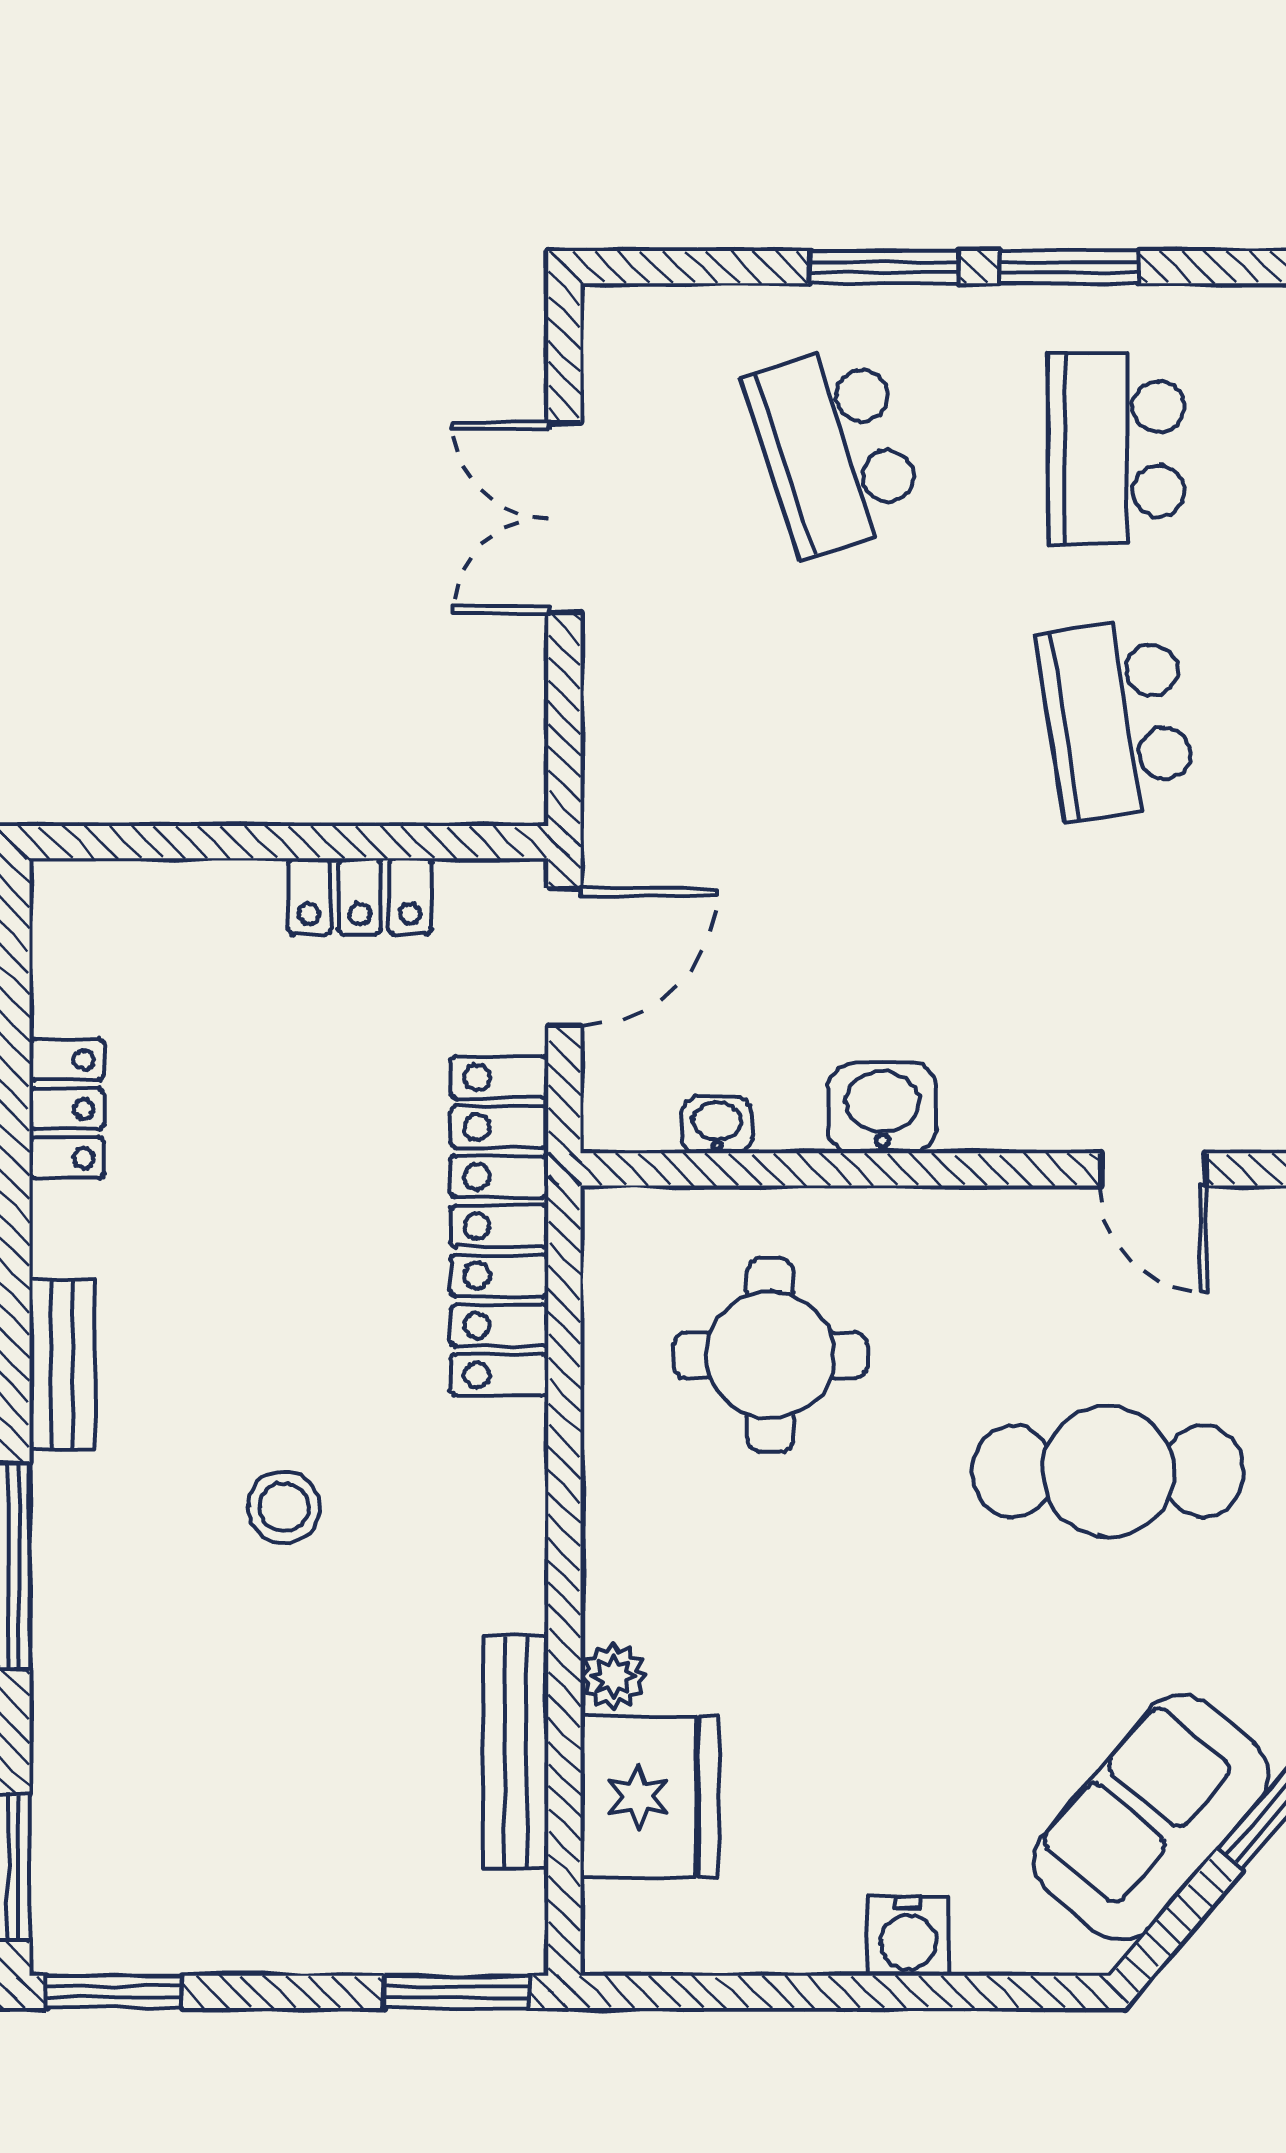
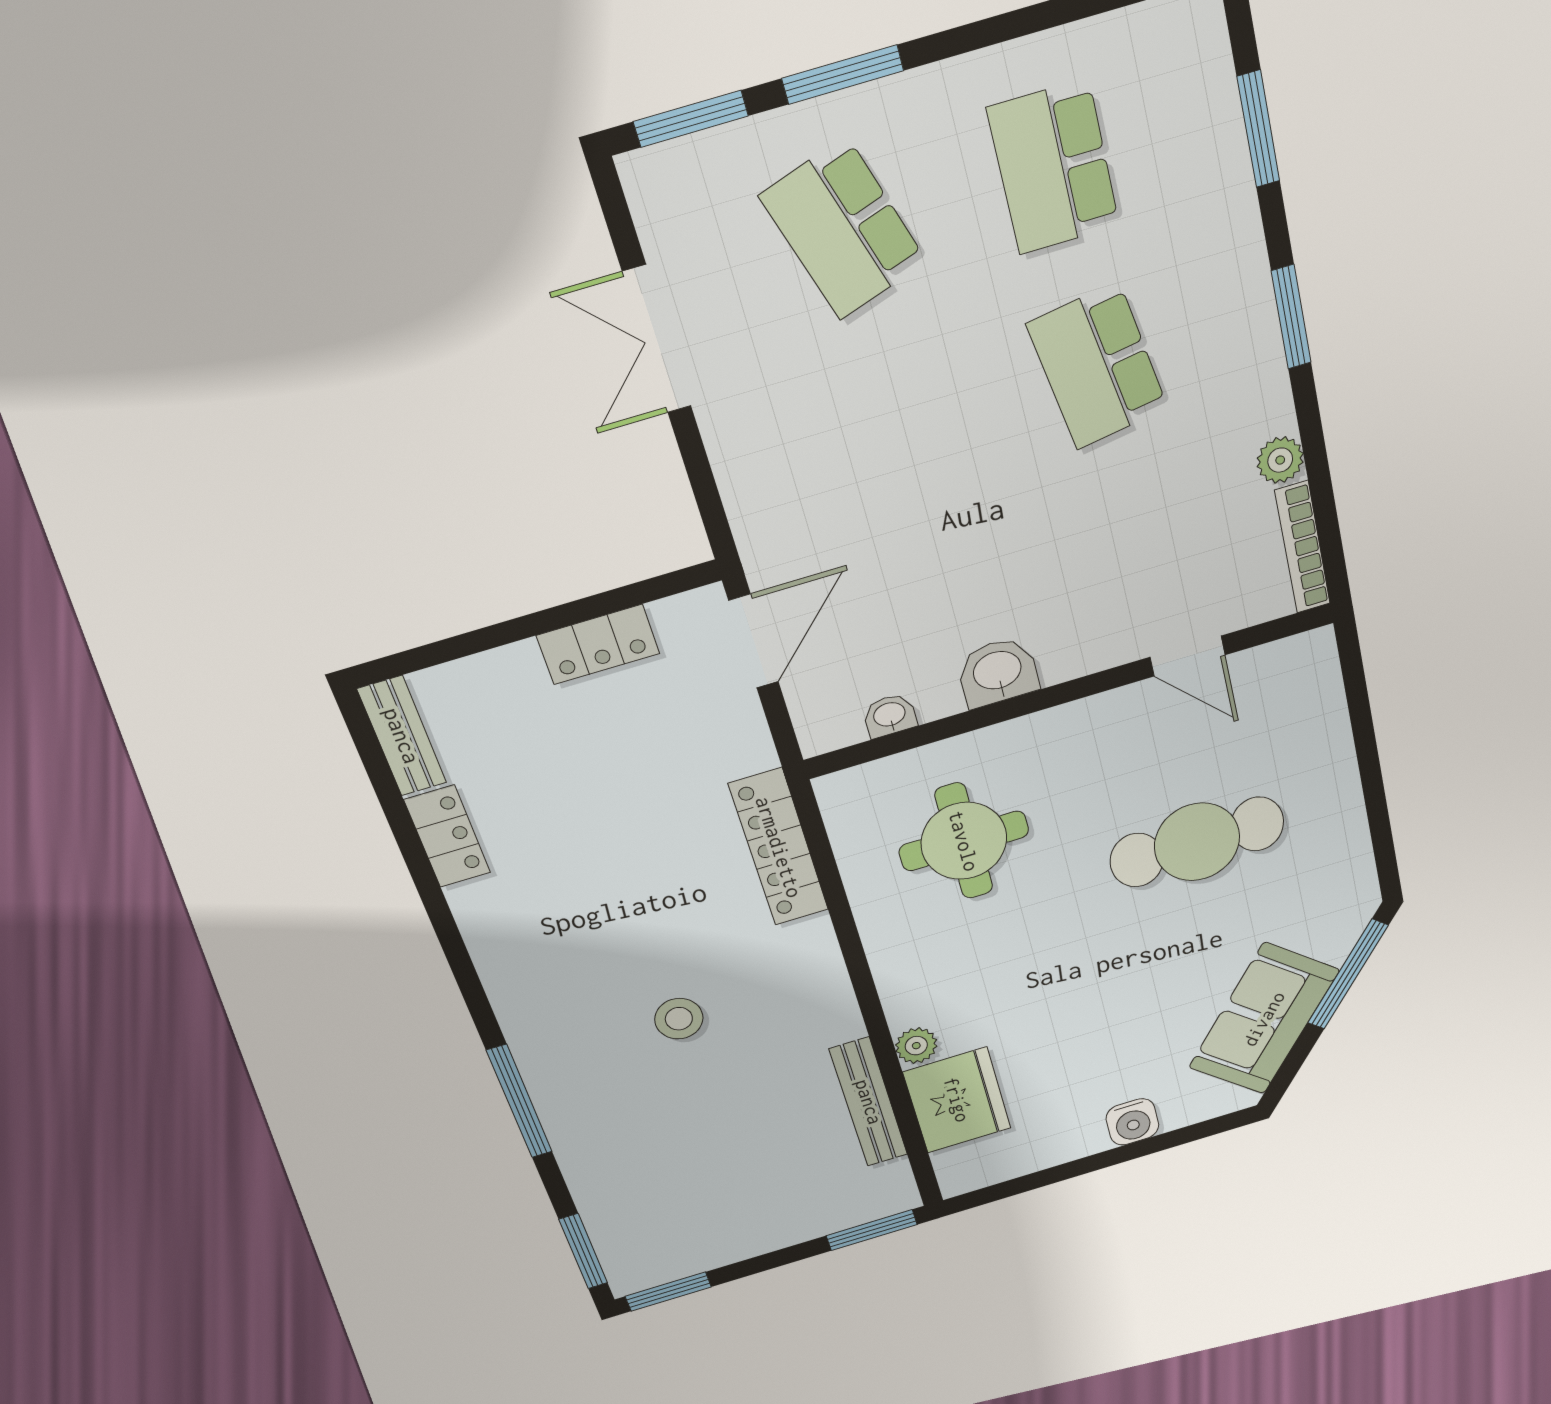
window: (1069, 267) -> (691, 119), moved
locker: (499, 1226) -> (779, 847), width x0.71, depth x0.83
bench: (62, 1364) -> (402, 736), moved

